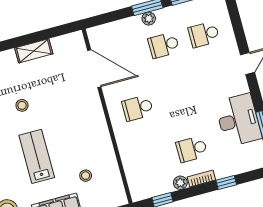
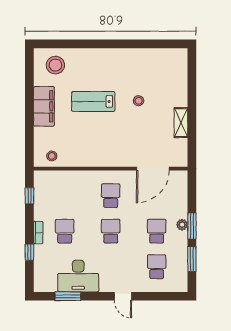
school desk: (178, 97) -> (111, 231), added
lab bench: (37, 156) -> (93, 102), turned 180
stool: (86, 176) -> (52, 156), moved
plant: (180, 183) -> (39, 214), removed

